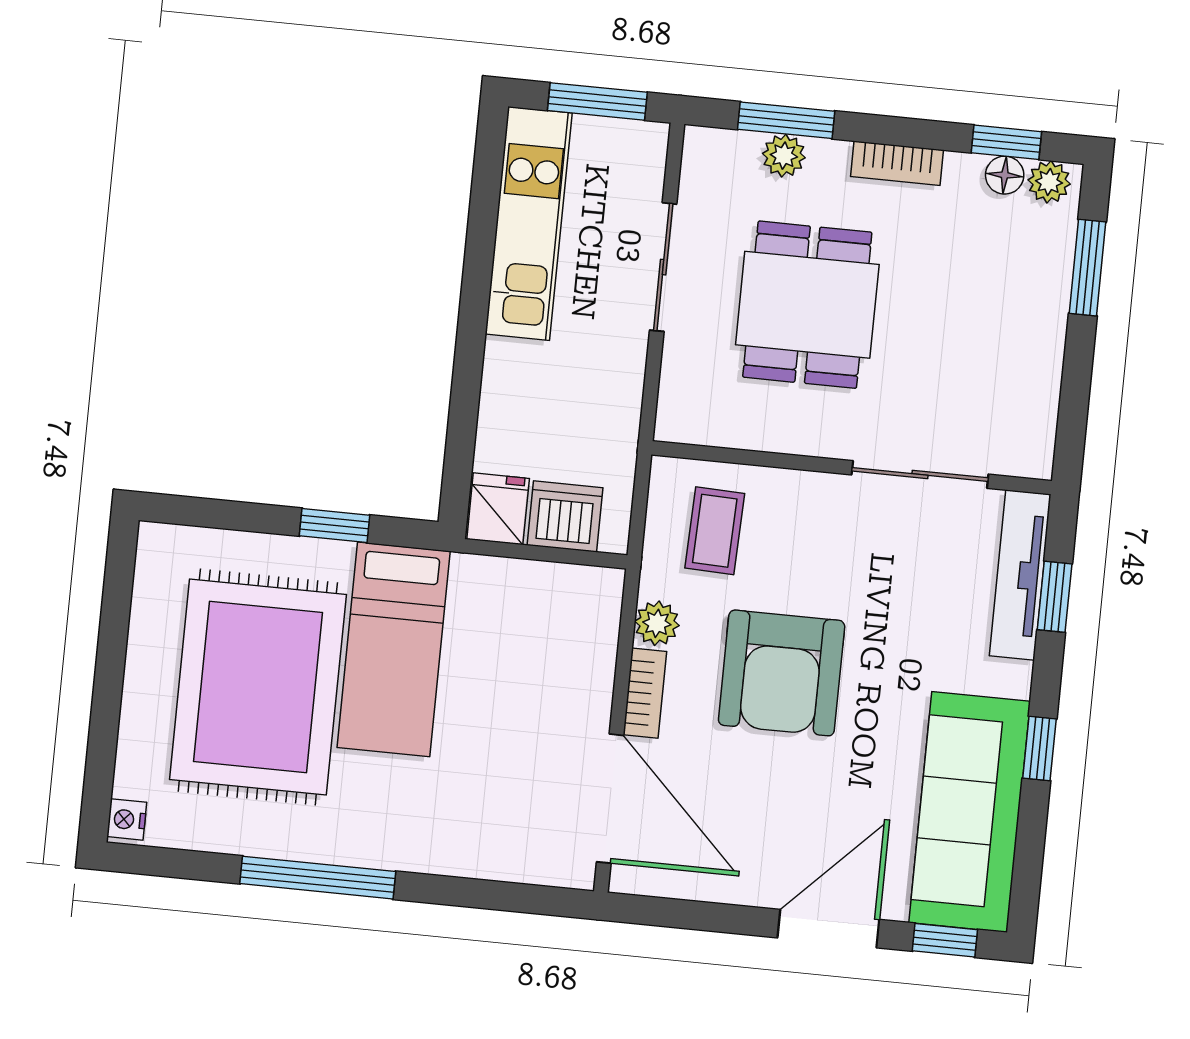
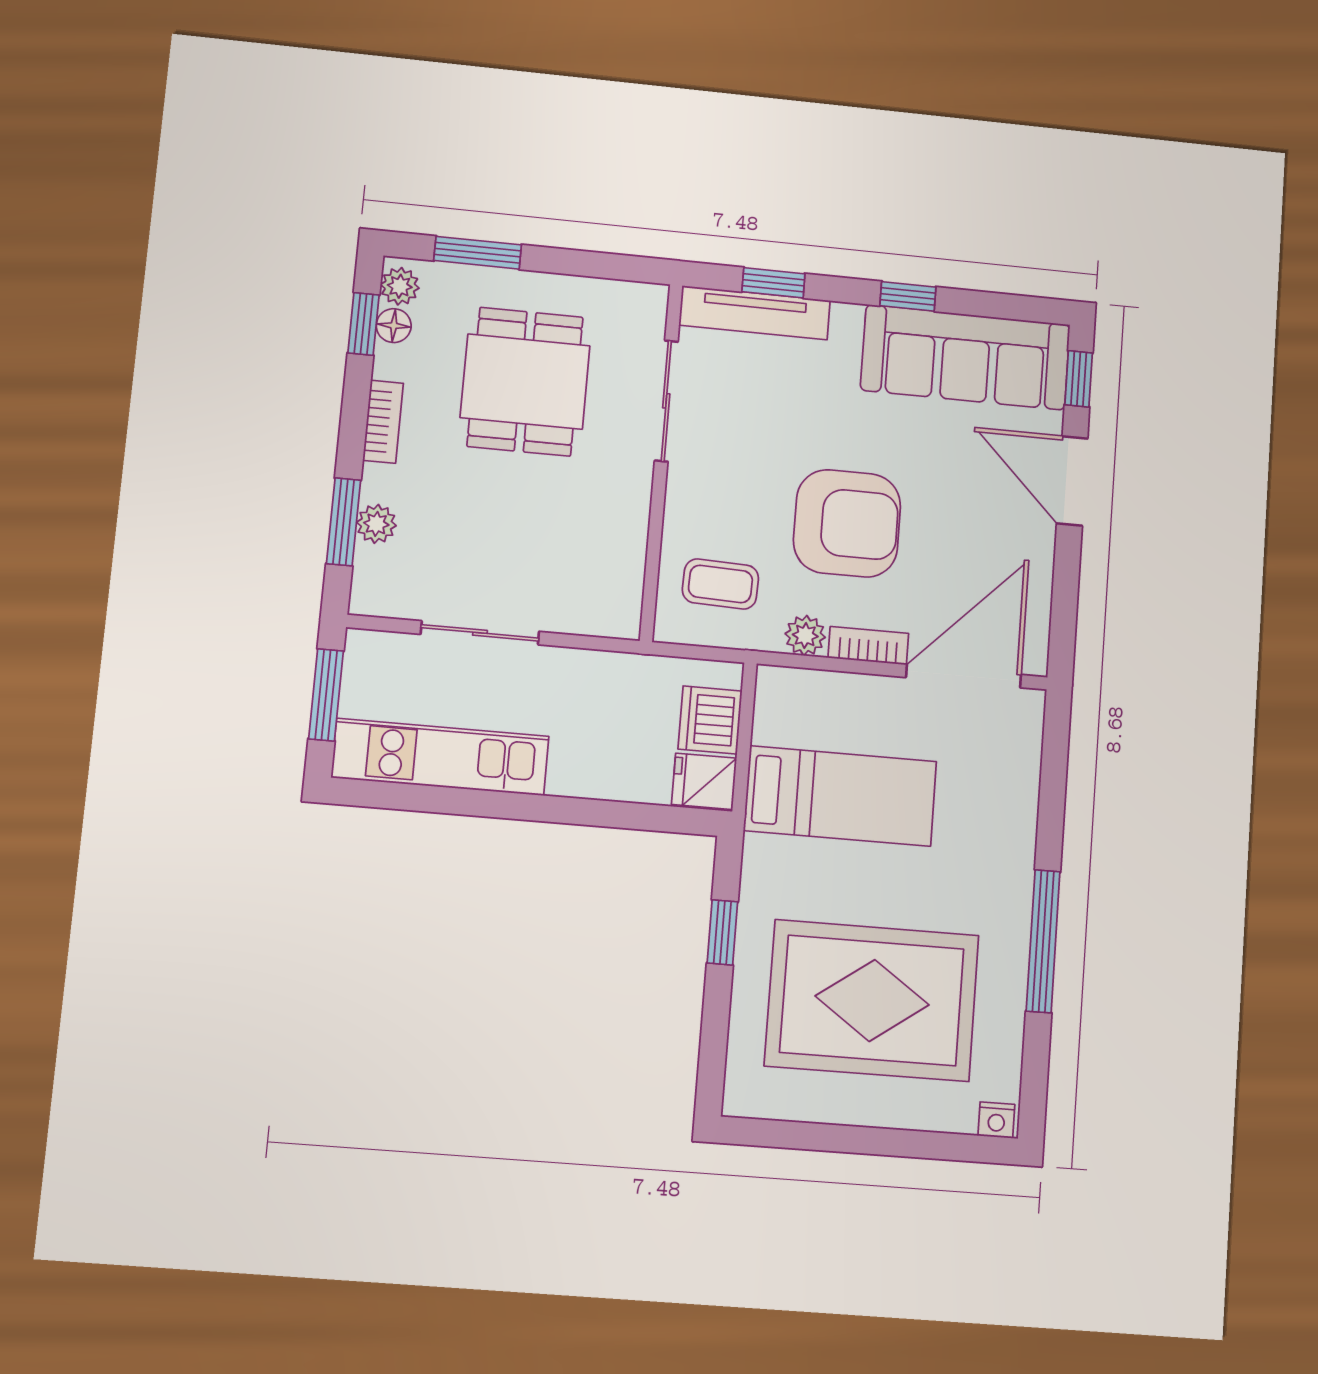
dining table: (807, 305) -> (525, 382), moved, turned 90
bed: (394, 649) -> (840, 796), moved

